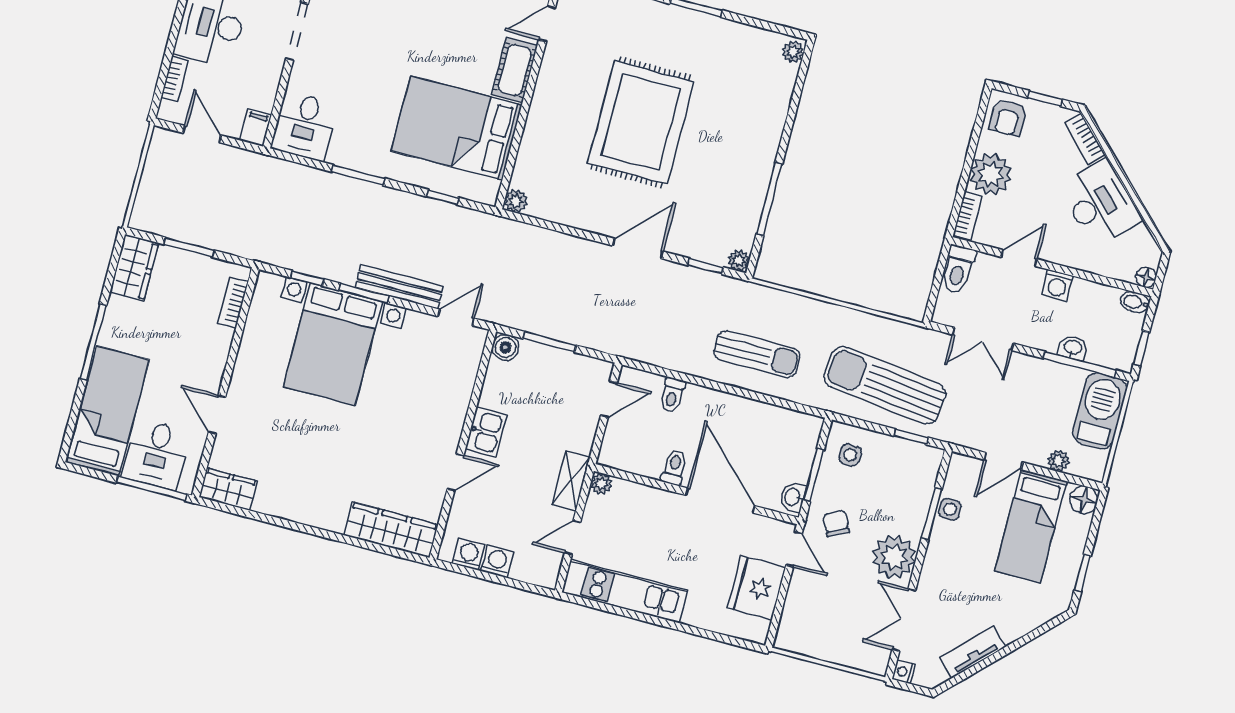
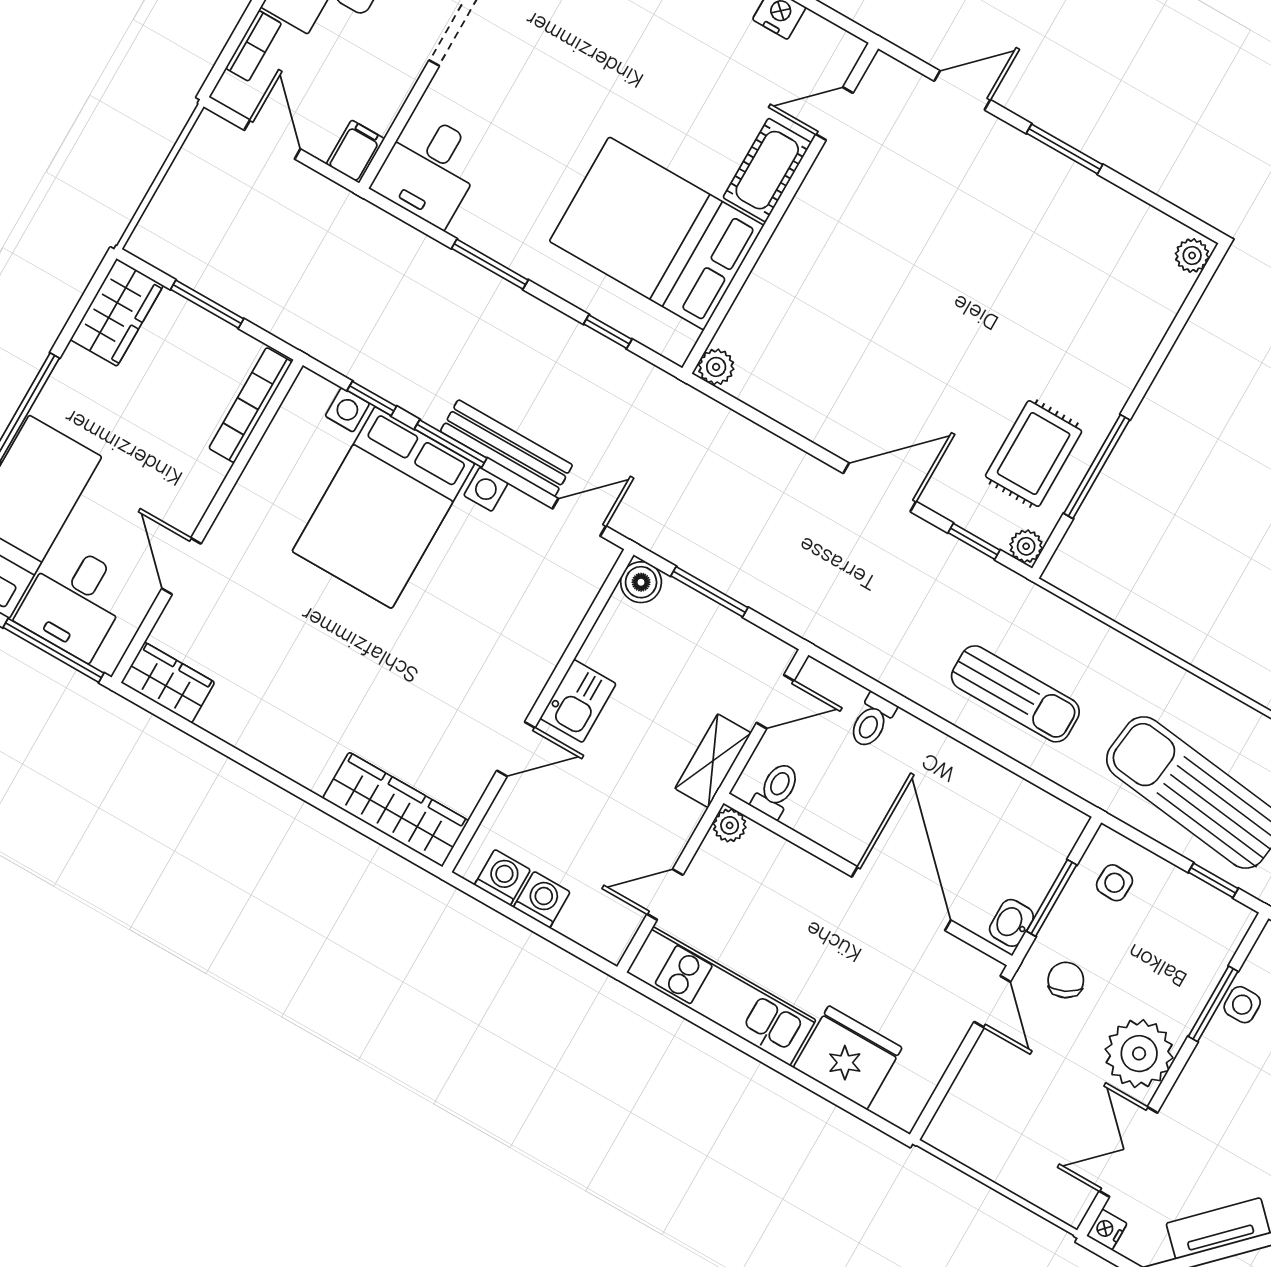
rug: (641, 122) -> (1034, 454), moved, width x0.54, depth x0.49
bookcase: (233, 303) -> (250, 405), width x1.56
toilet: (674, 467) -> (776, 790), moved
shelving: (571, 481) -> (713, 761), moved
fridge: (757, 588) -> (848, 1058), moved, turned 90

